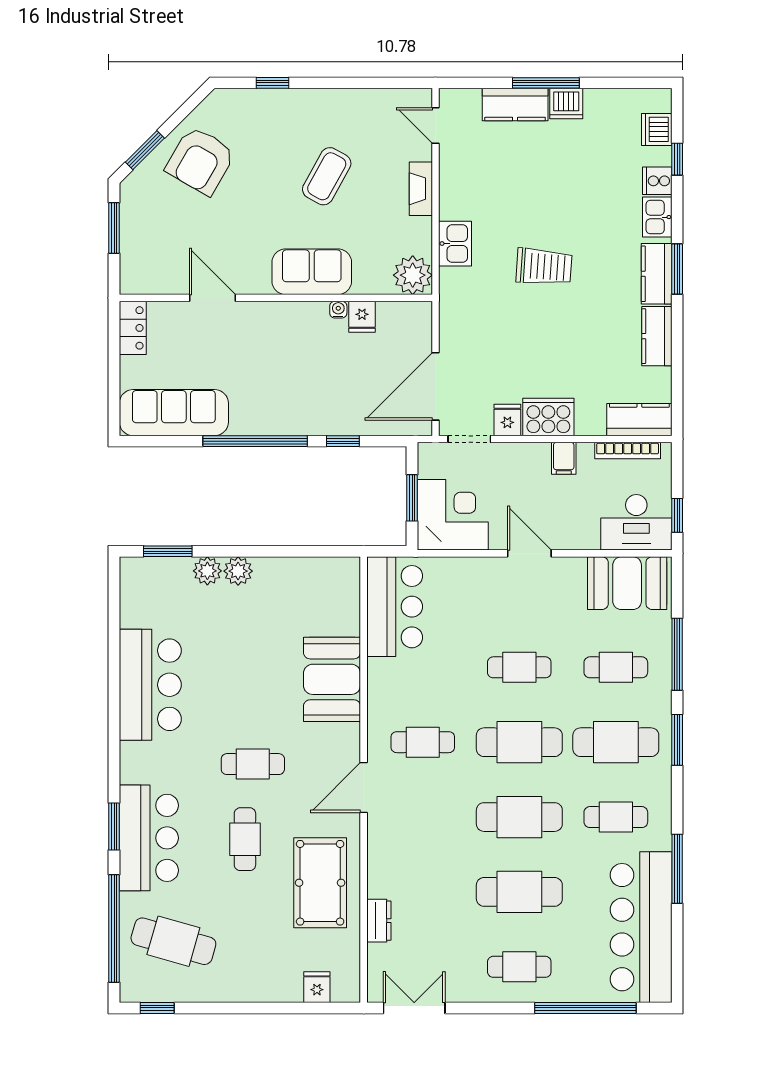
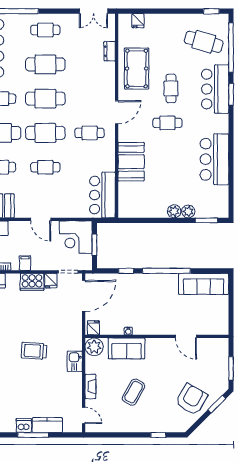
sofa: (312, 272) -> (126, 348), moved
fridge: (362, 317) -> (93, 328), moved
locker: (133, 328) -> (222, 323), removed

